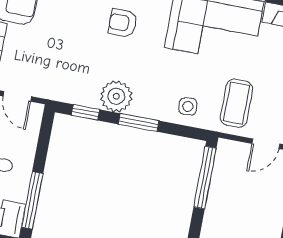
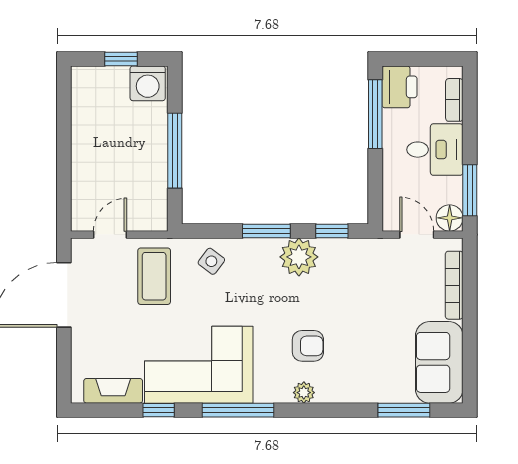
side table: (188, 106) -> (211, 261), turned 45
window: (205, 178) -> (175, 151), moved

